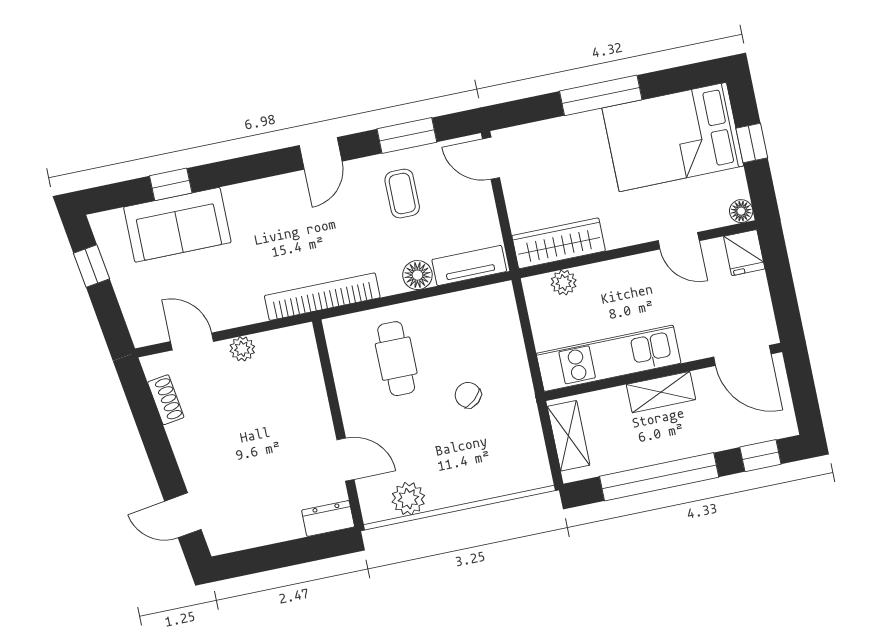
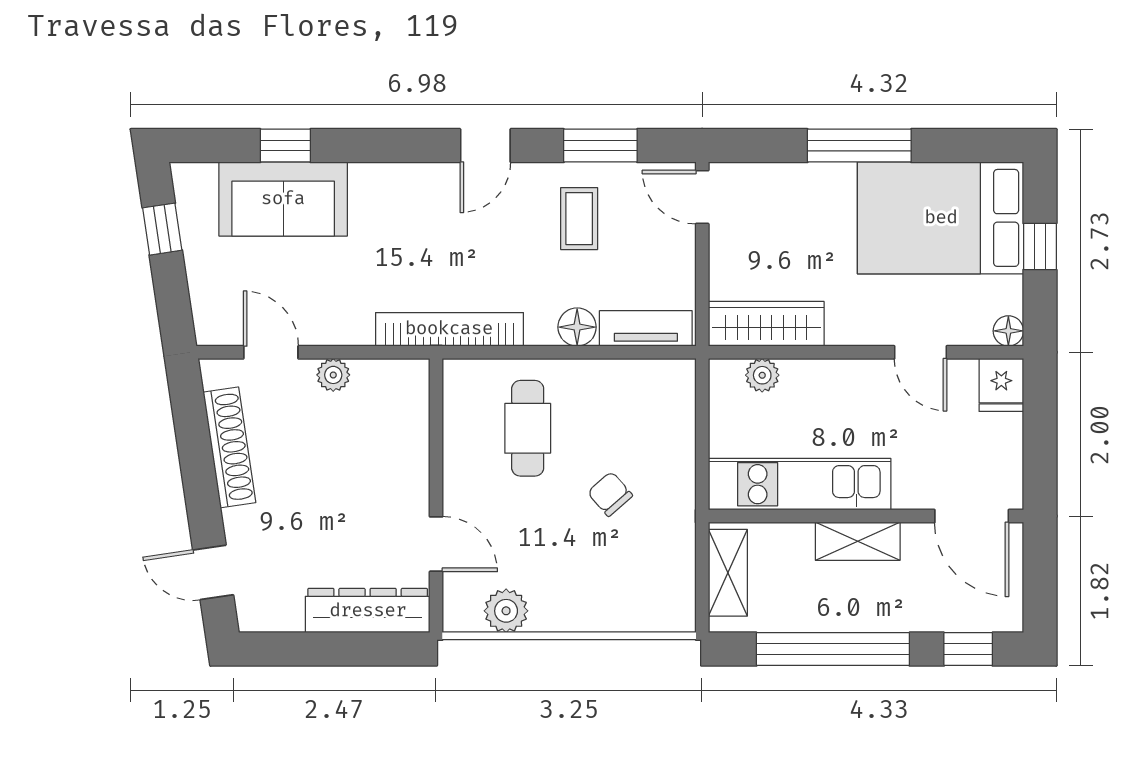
shoe rack: (166, 400) -> (229, 447), width x1.94, depth x1.24
dresser: (328, 518) -> (368, 611), width x1.96, depth x1.24

